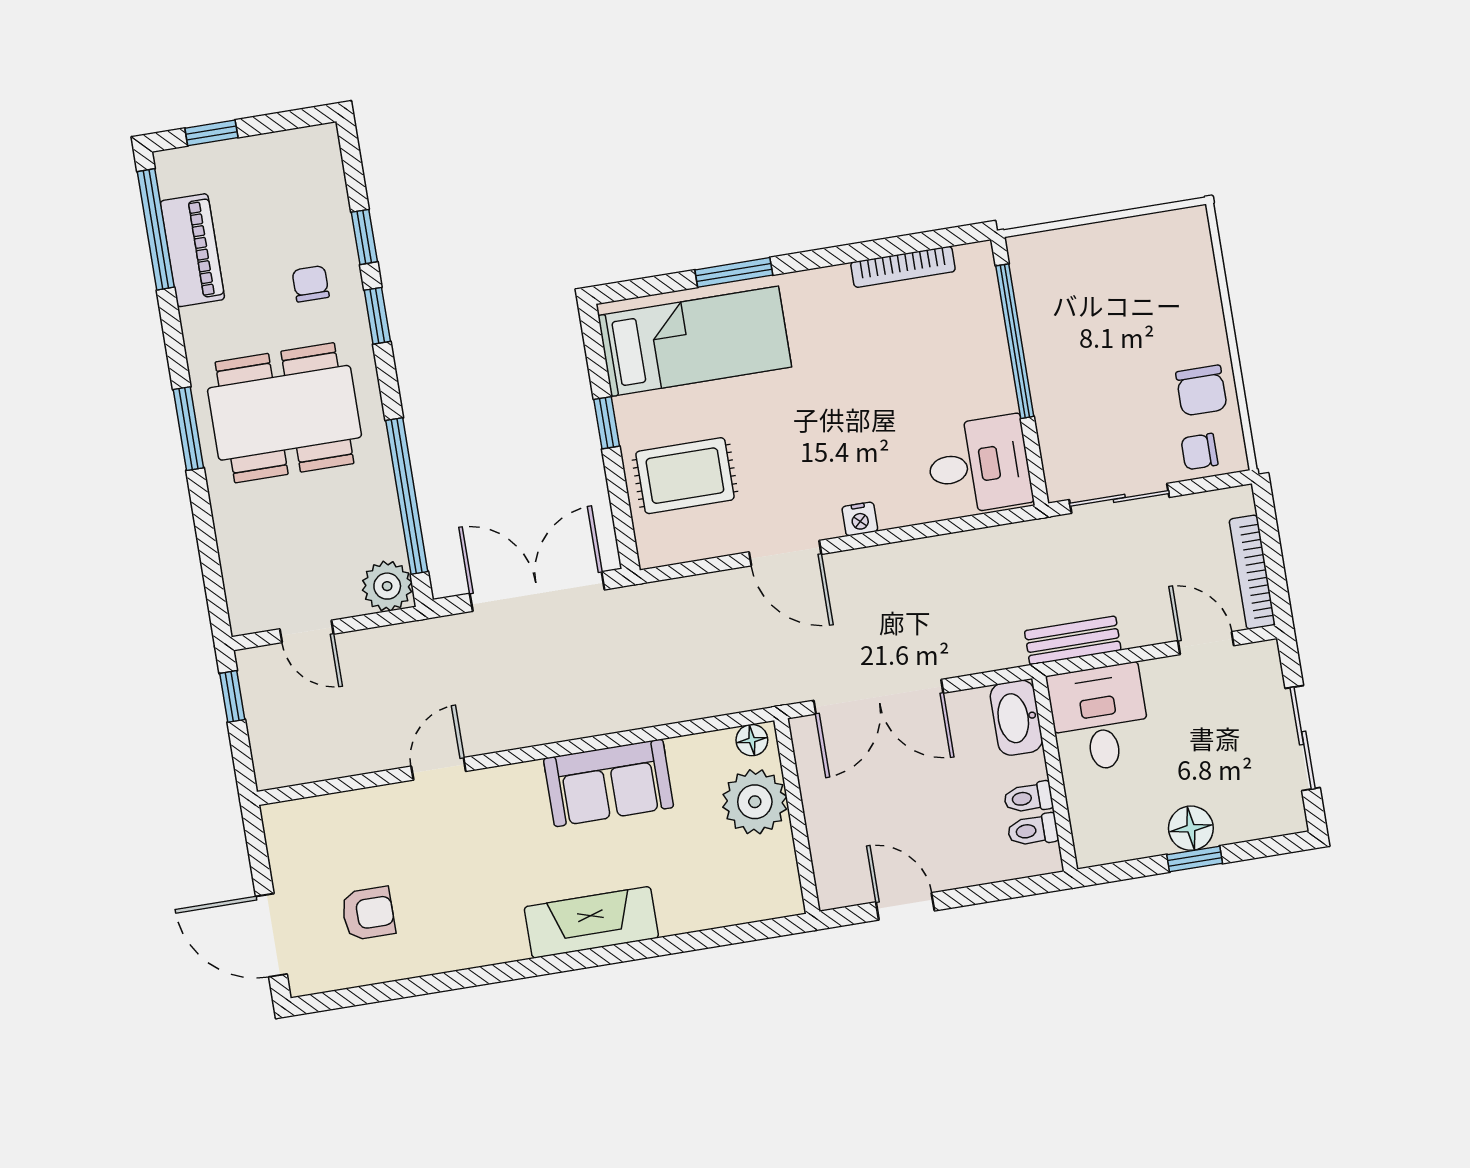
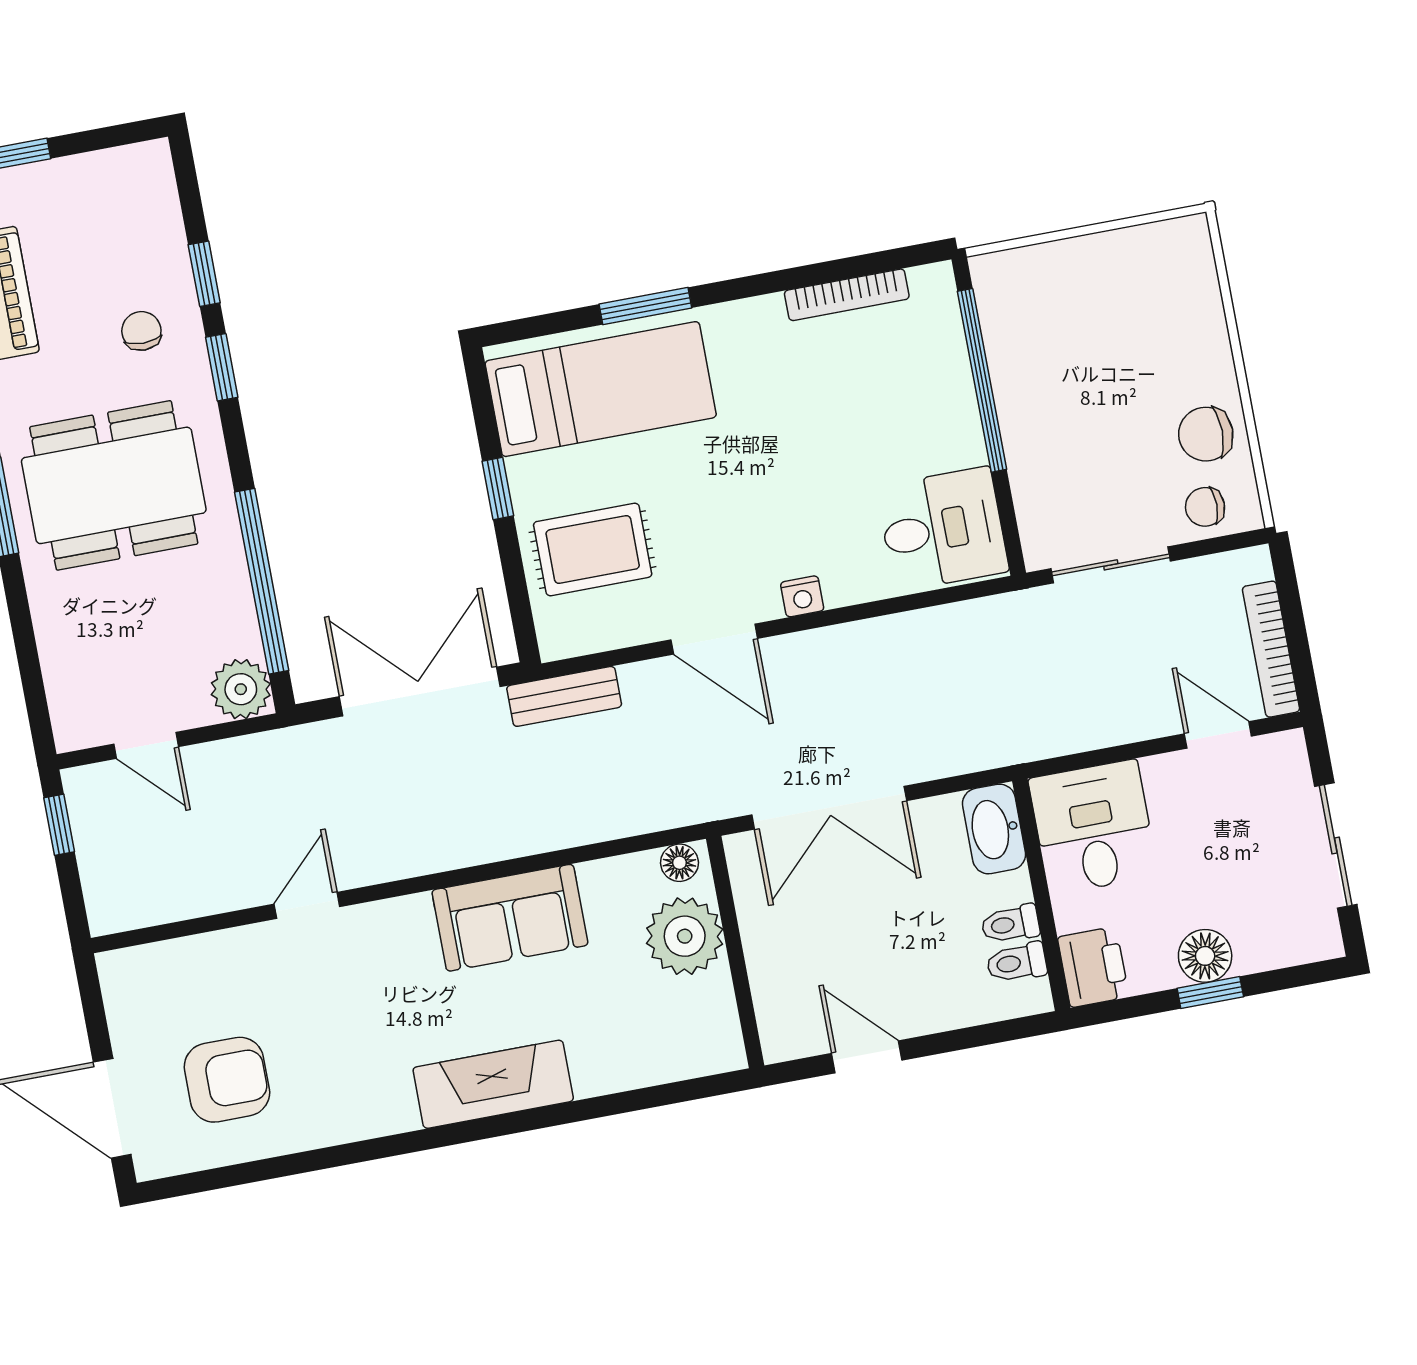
chair: (1201, 391) -> (1206, 434), turned 90
bench: (1073, 640) -> (564, 696), moved
printer: (1097, 835) -> (1093, 967), added
armchair: (368, 913) -> (227, 1080), width x1.38, depth x1.38

